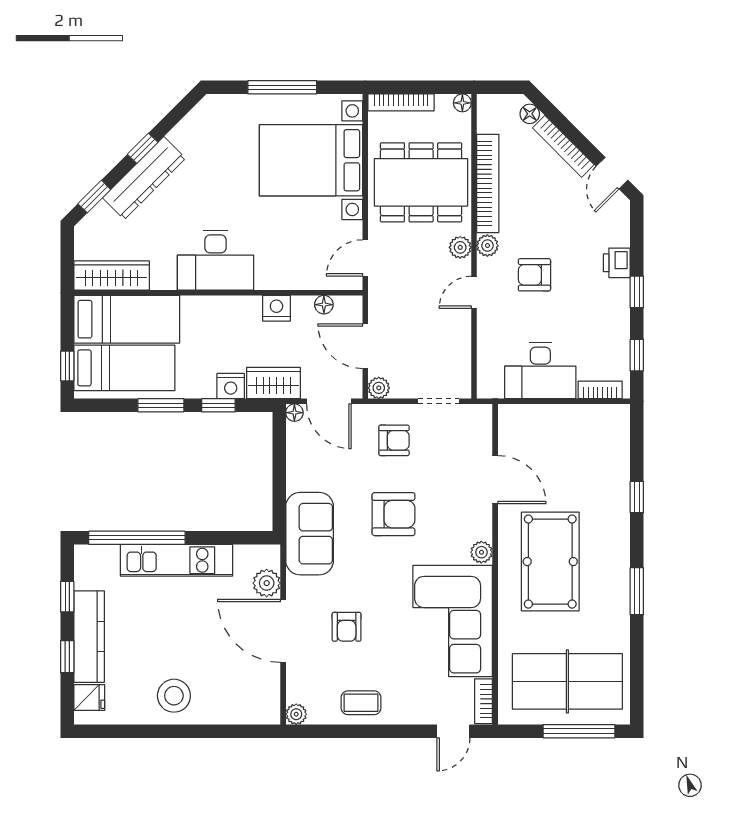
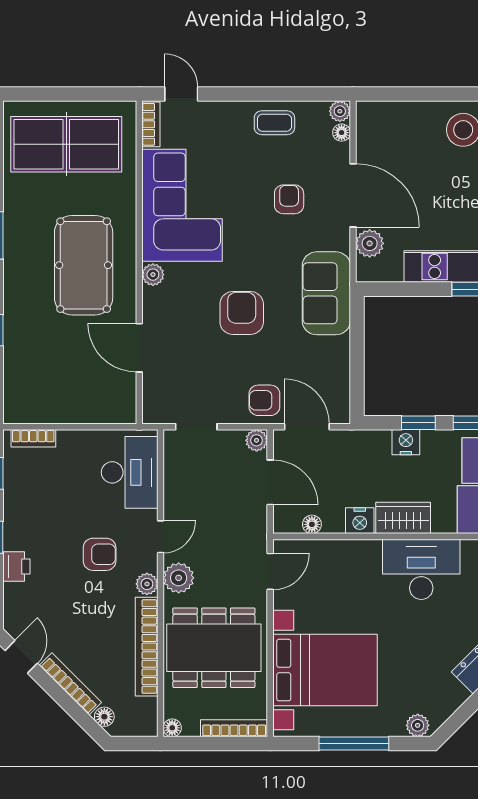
plant: (219, 105) -> (418, 725), added
plant: (460, 247) -> (179, 578), width x1.38, depth x1.38
desk: (540, 371) -> (130, 472), moved, turned 90
wardrobe: (273, 383) -> (403, 518), moved, turned 180
floor lamp: (294, 413) -> (342, 133), moved
armchair: (394, 440) -> (264, 400), moved
armchair: (394, 514) -> (242, 313), turned 90
door: (453, 731) -> (181, 94), hinge flipped
window: (579, 731) -> (55, 94), removed

